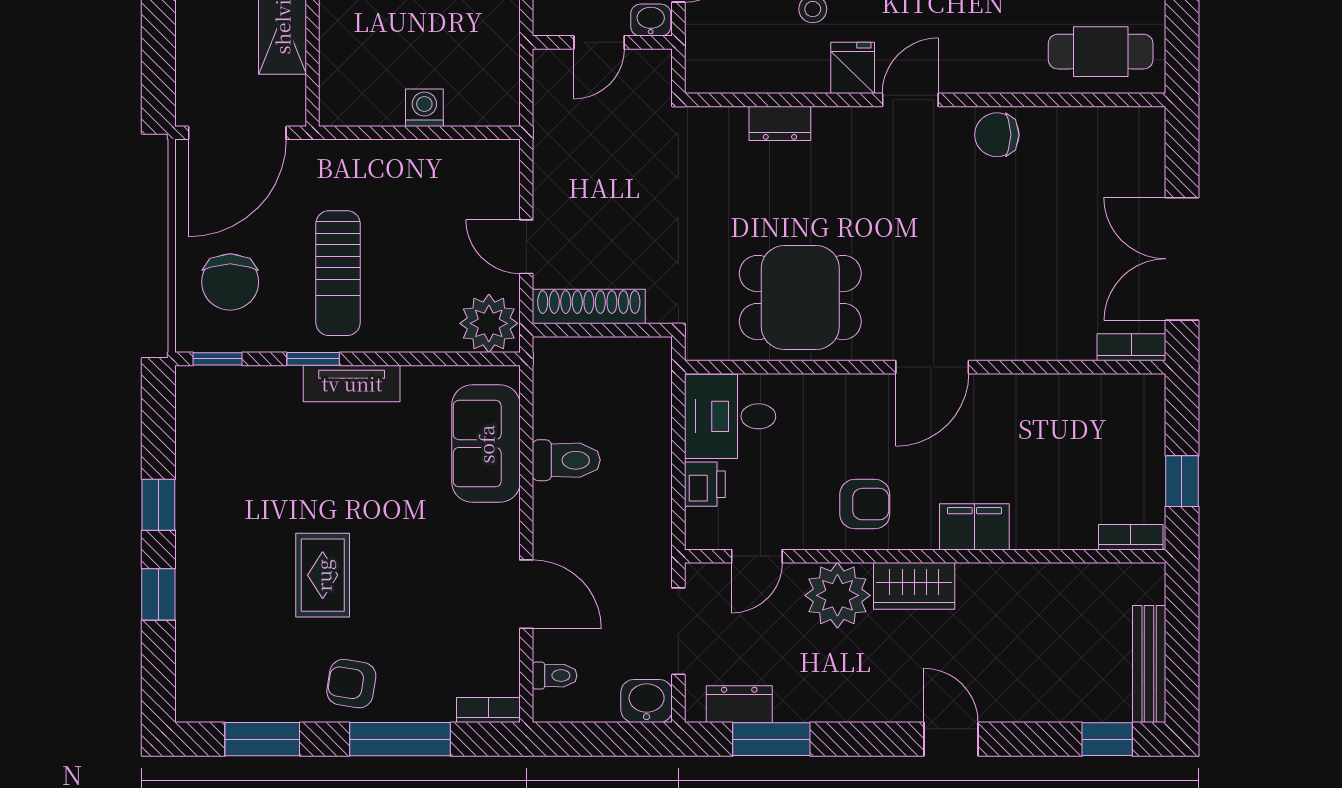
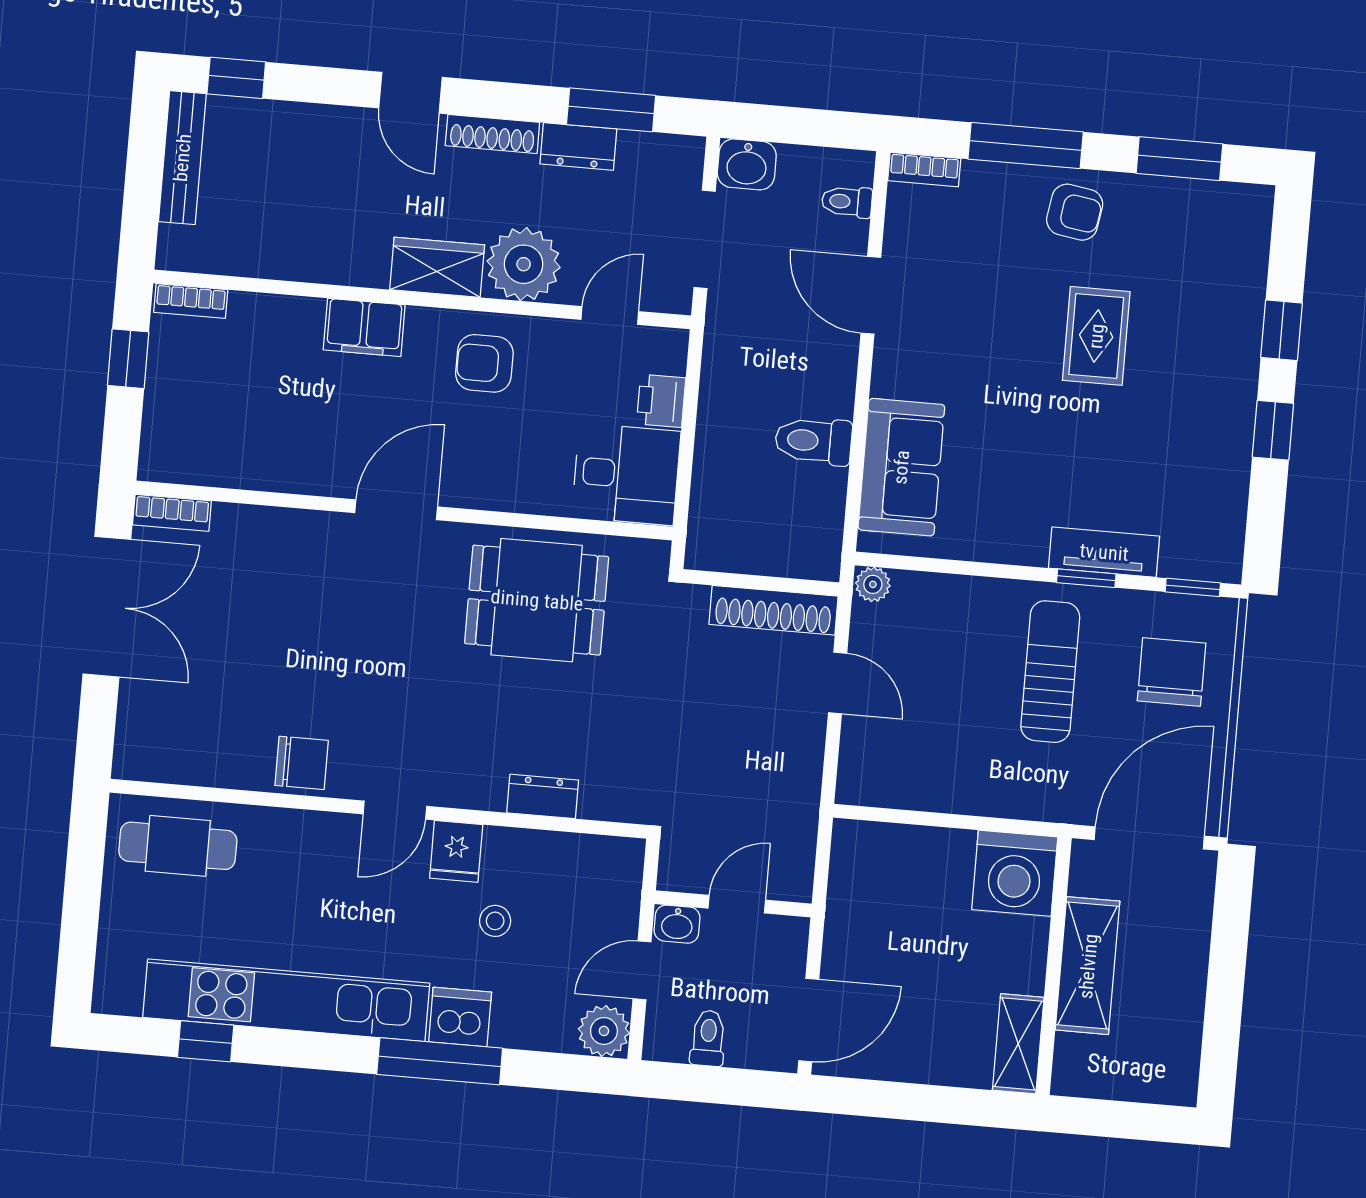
washing machine: (424, 108) -> (1015, 873), moved, width x1.89, depth x1.89
plant: (489, 323) -> (873, 584), width x0.53, depth x0.53
tv unit: (352, 383) -> (1104, 552), moved
dresser: (739, 704) -> (578, 146), moved
shoe rack: (875, 709) -> (492, 134), added

